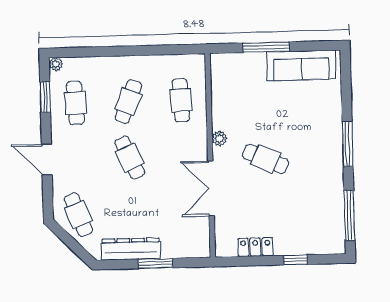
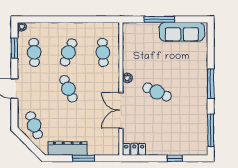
locker: (255, 247) -> (134, 149), moved

